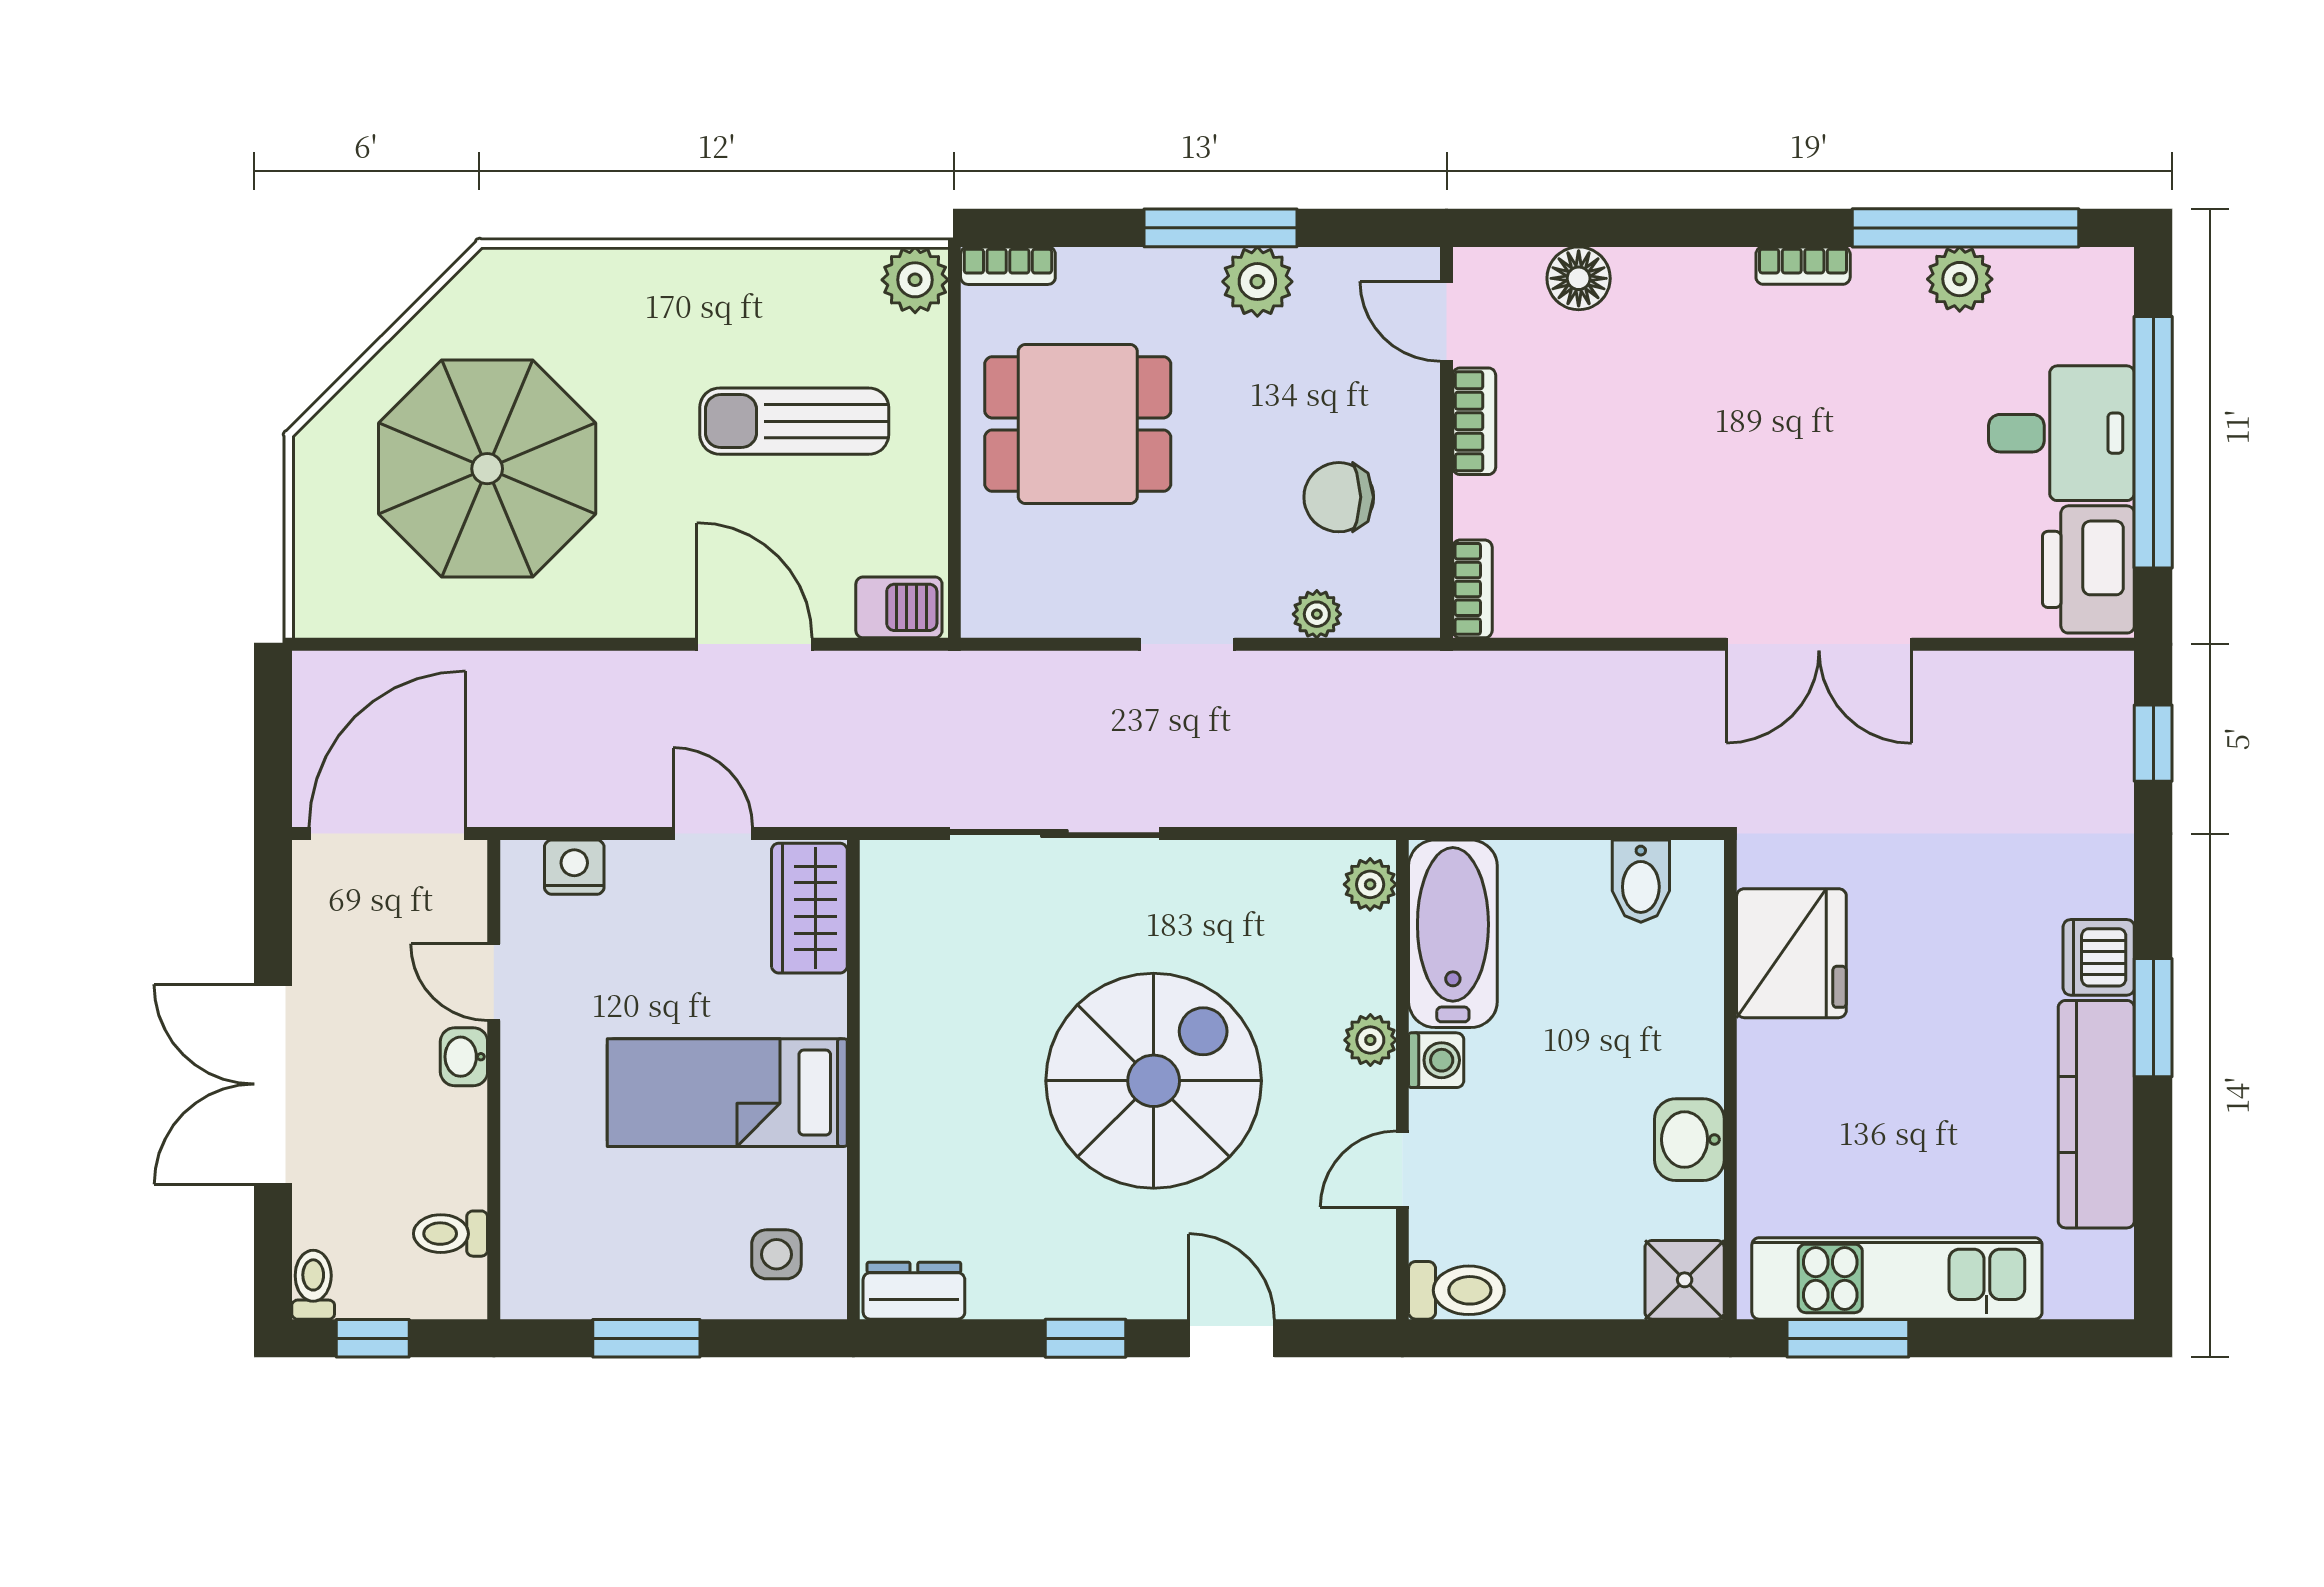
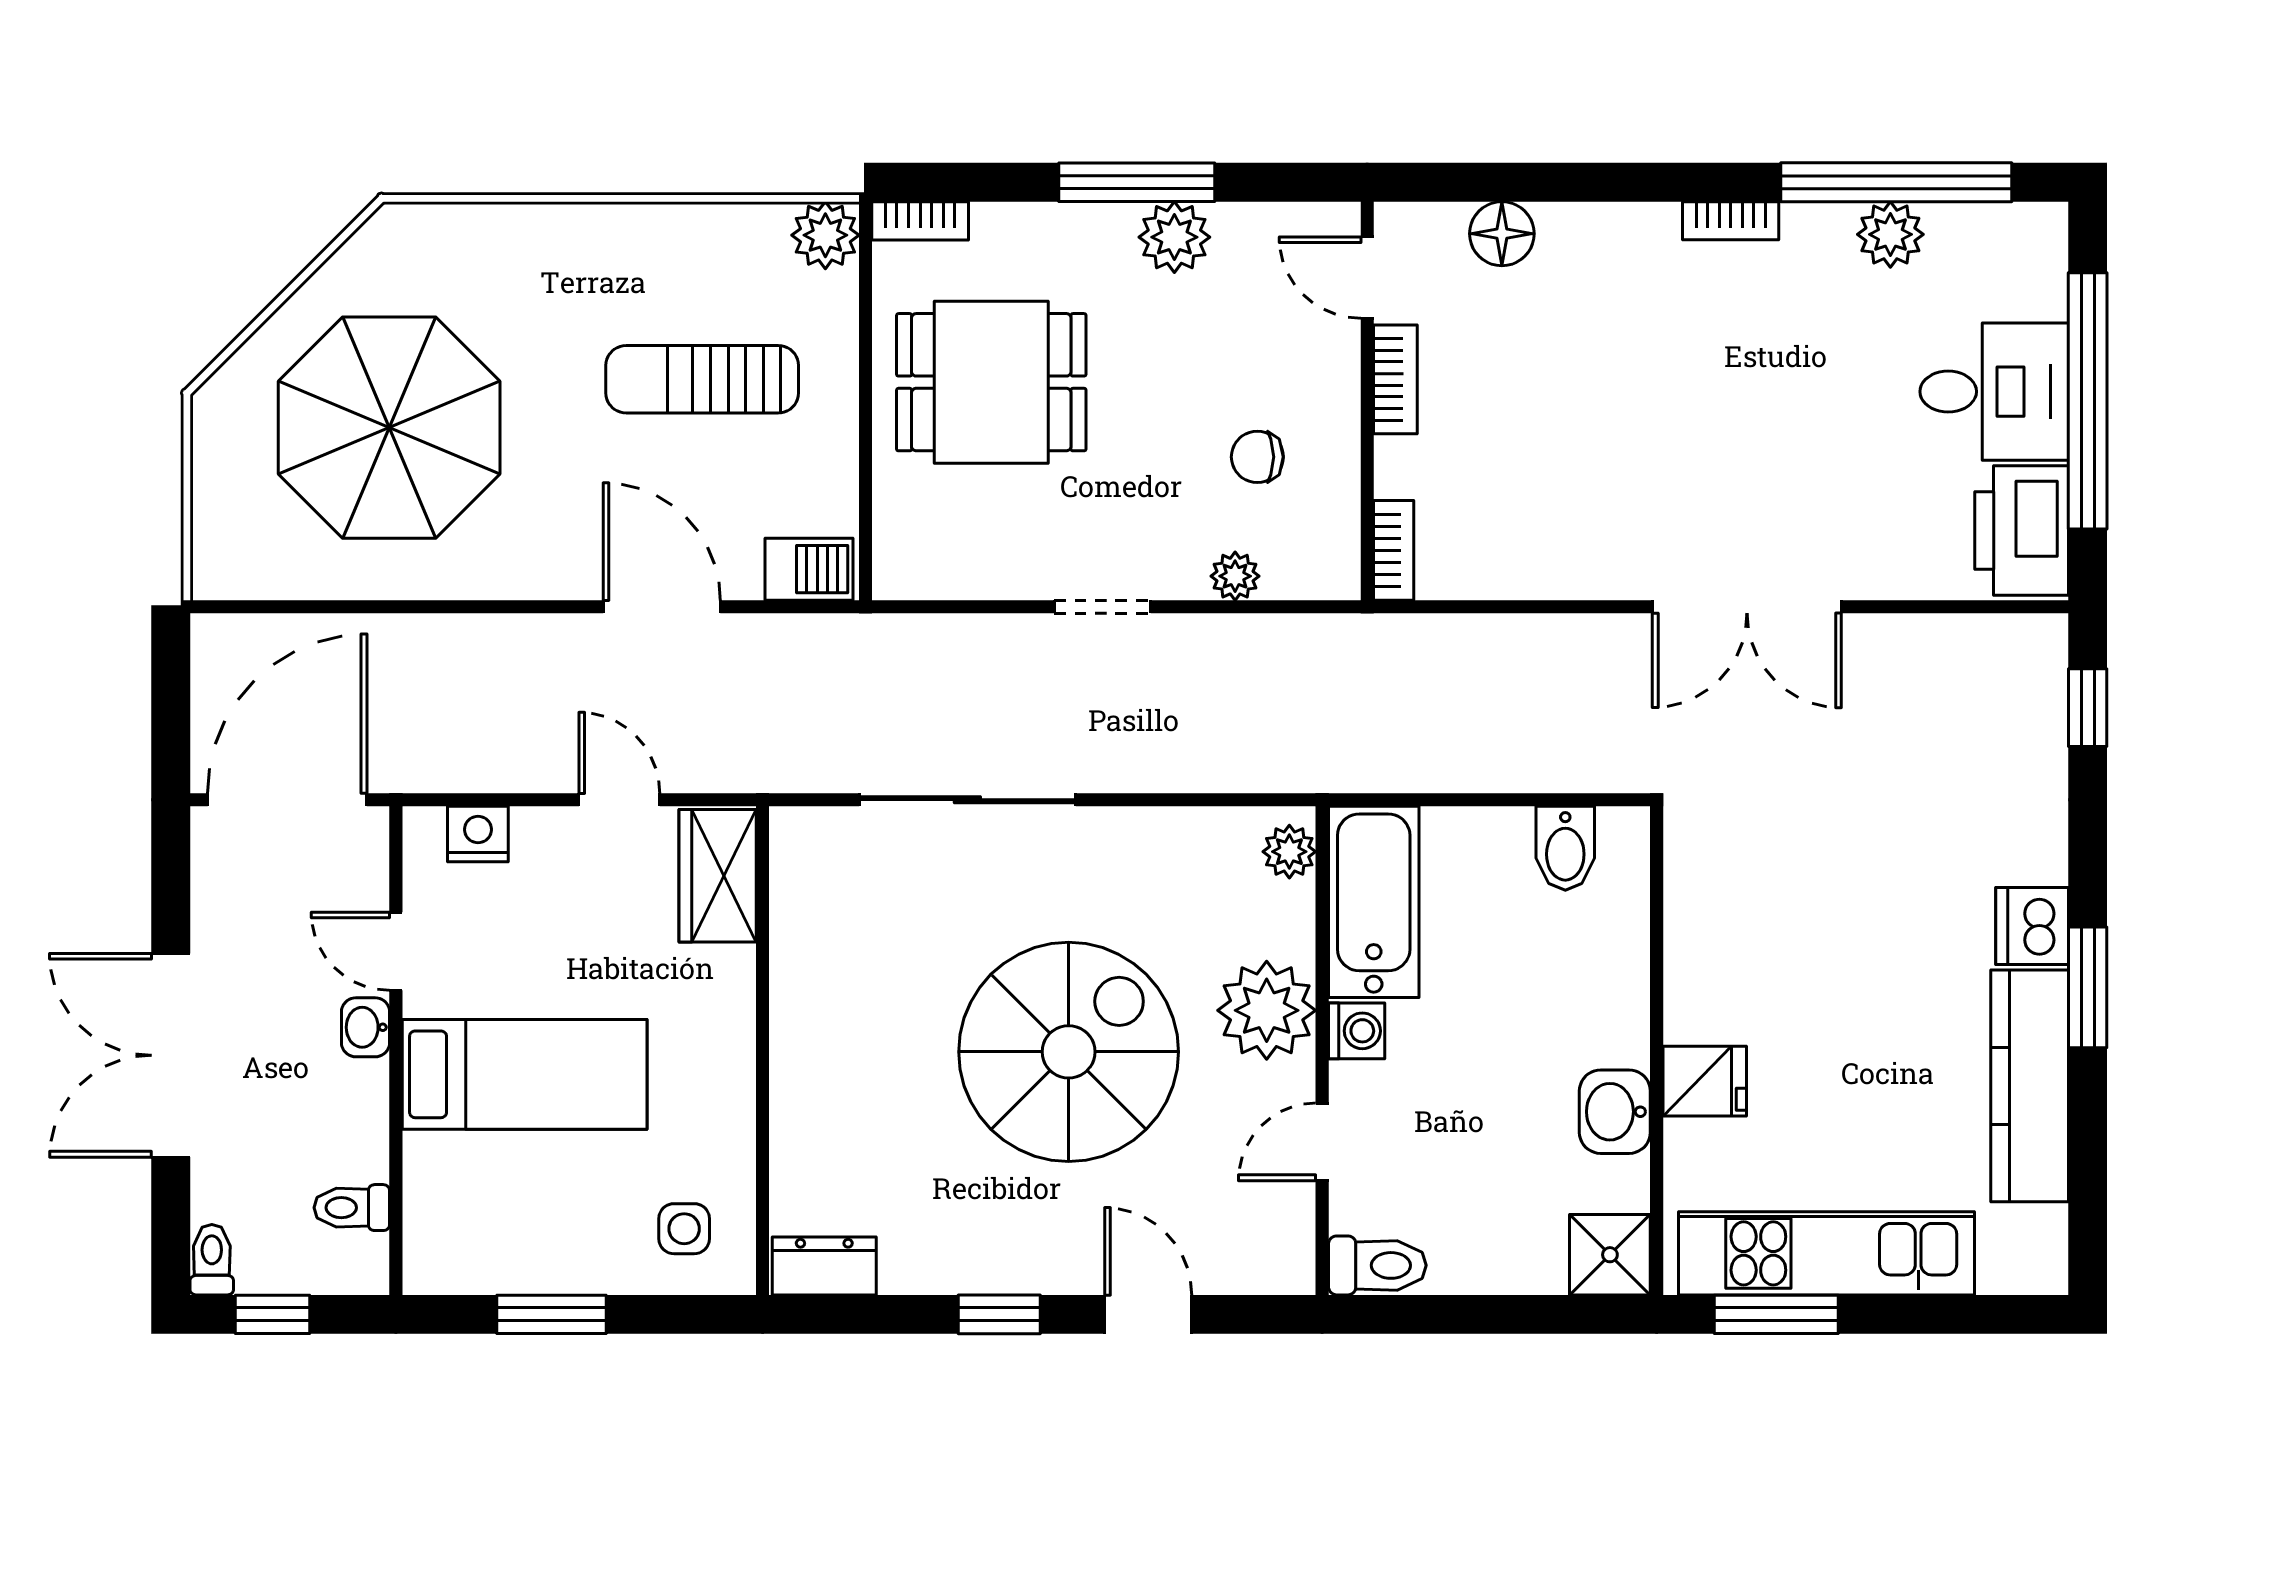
chair: (1339, 497) -> (1257, 457), width x0.73, depth x0.73
fridge: (1791, 953) -> (1705, 1081), moved, width x0.53, depth x0.75
plant: (1370, 1040) -> (1267, 1010), width x1.87, depth x1.87
bed: (727, 1093) -> (525, 1074), moved, turned 180

